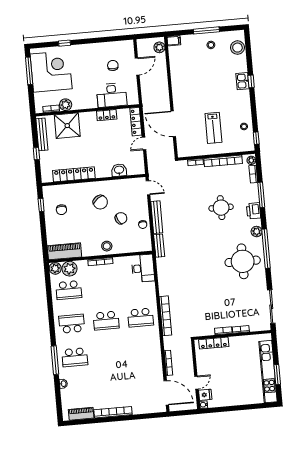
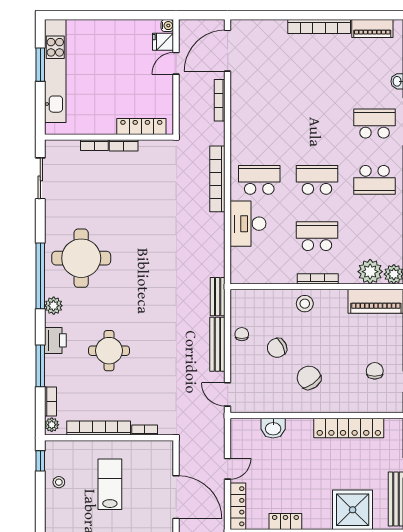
desk: (143, 268) -> (248, 224), moved
school desk: (69, 290) -> (317, 236), moved
sliding door: (271, 307) -> (40, 178), width x0.73
door: (166, 393) -> (228, 51), hinge flipped

